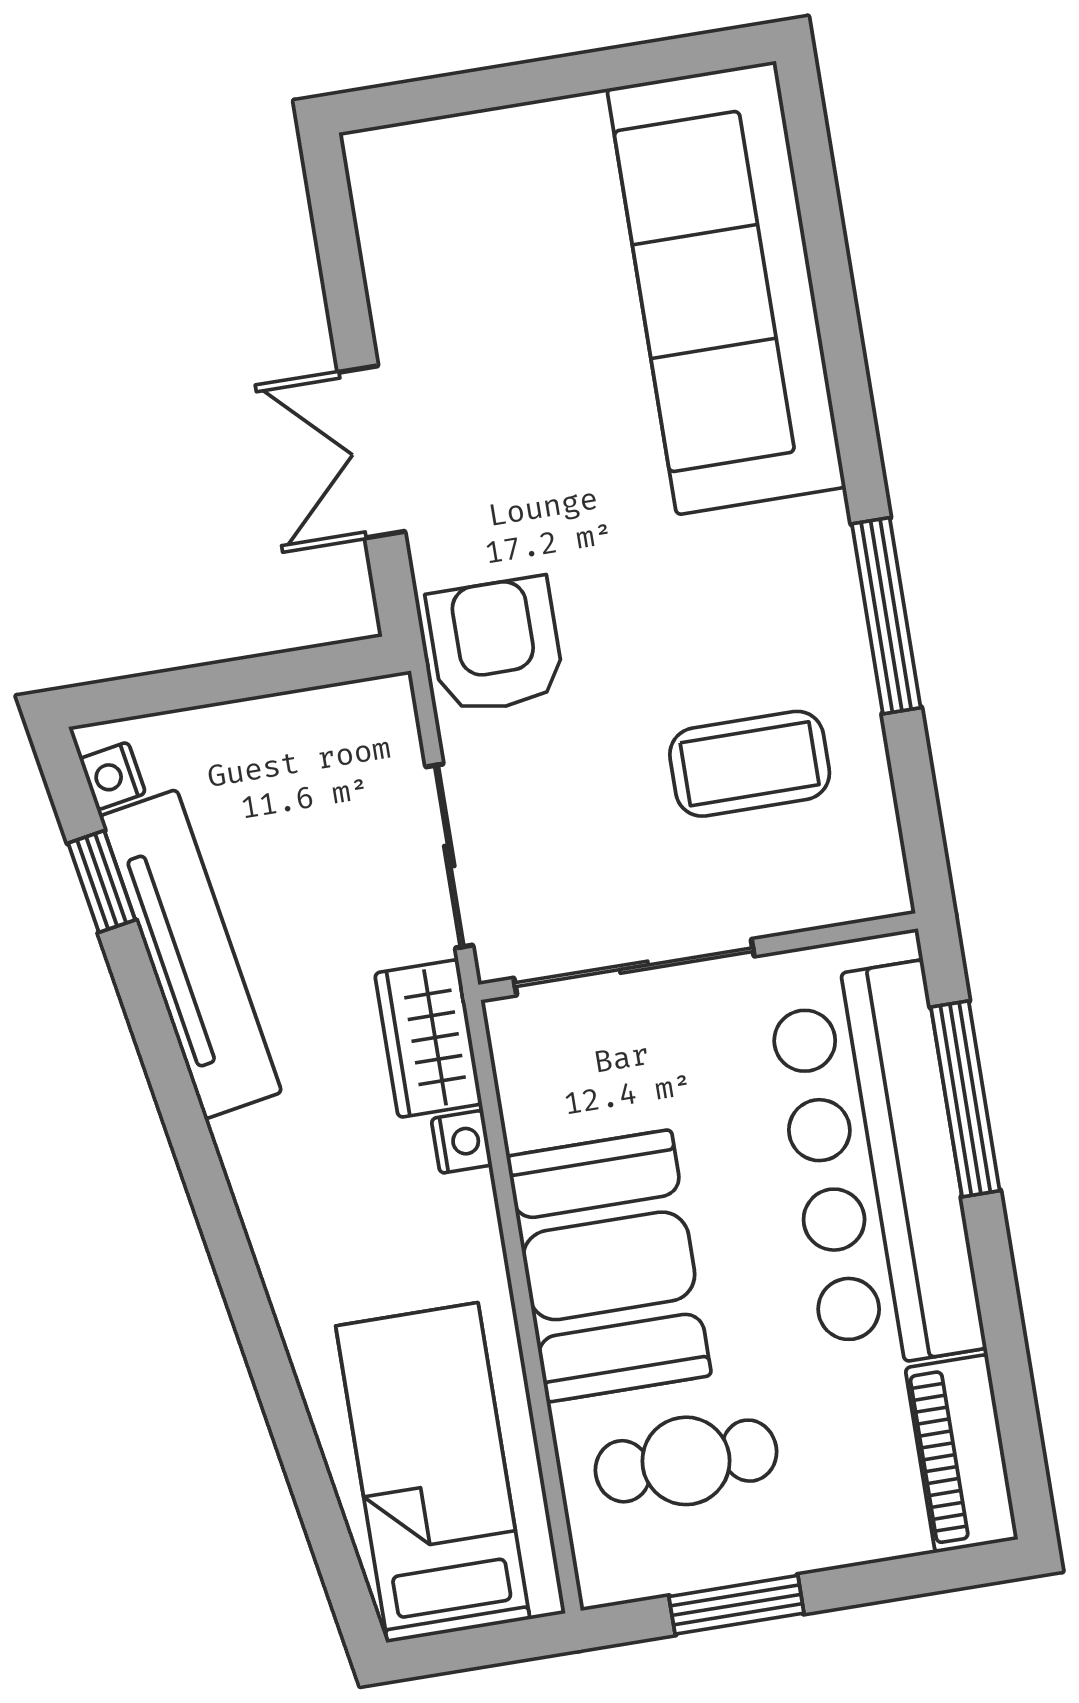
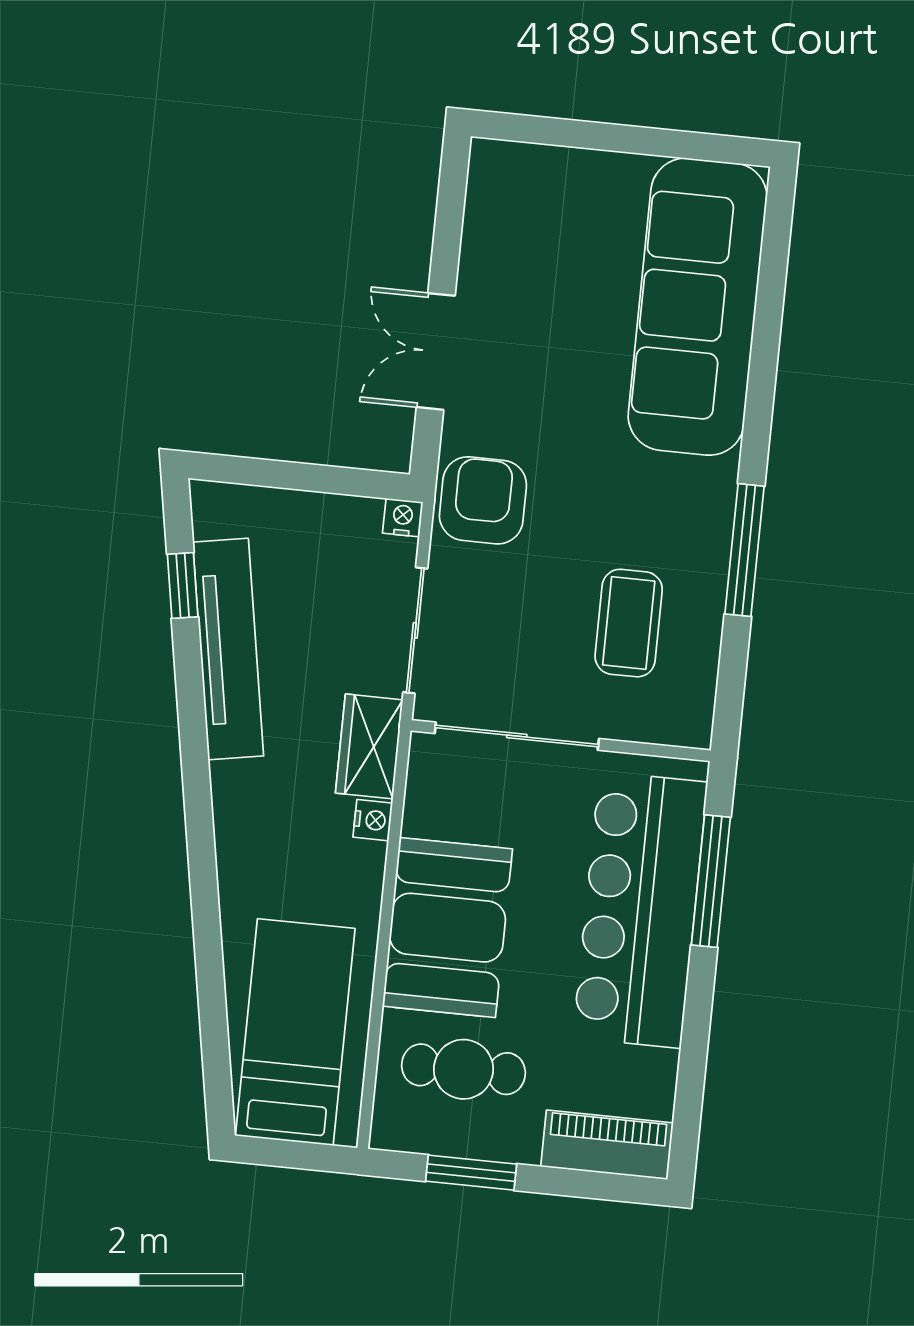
coffee table: (750, 764) -> (629, 623), turned 90
nightstand: (113, 776) -> (403, 518), moved, turned 100
piano: (962, 1454) -> (607, 1145), moved, turned 90

